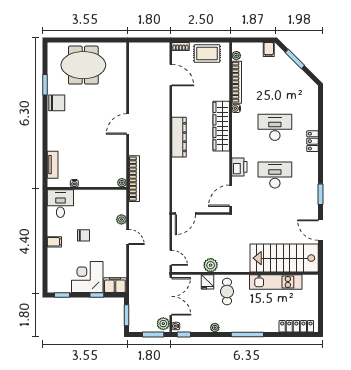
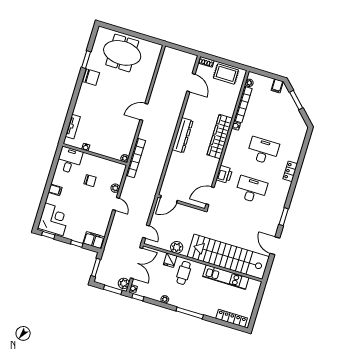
chair: (83, 235) -> (90, 181), moved
stairs: (284, 258) -> (228, 257), width x1.36
corner desk: (87, 277) -> (54, 219), moved, turned 90

